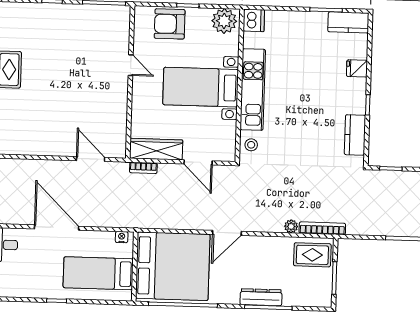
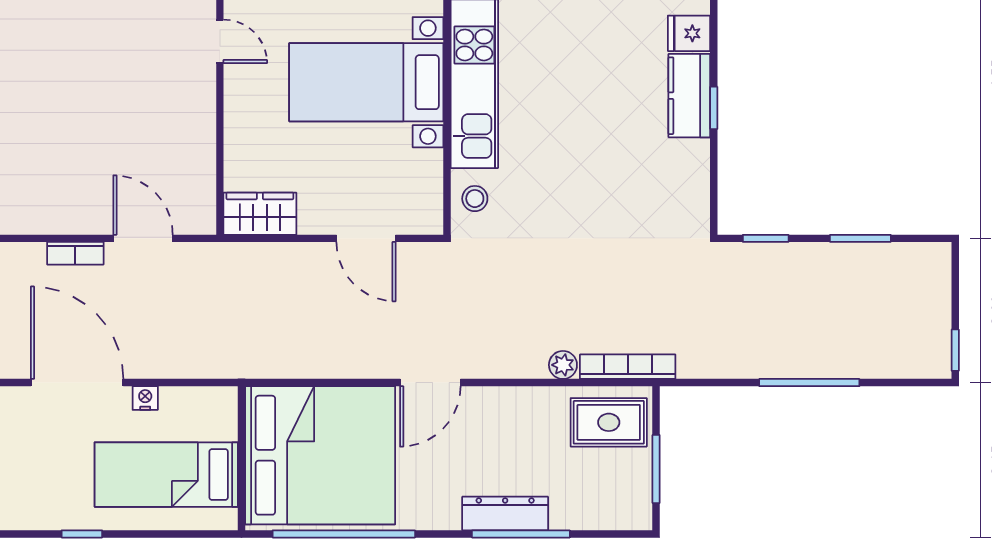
kitchen counter: (355, 135) -> (689, 96), moved
wardrobe: (156, 149) -> (260, 214), width x0.67
bookcase: (143, 168) -> (75, 253), moved
nightstand: (122, 237) -> (145, 398), moved

